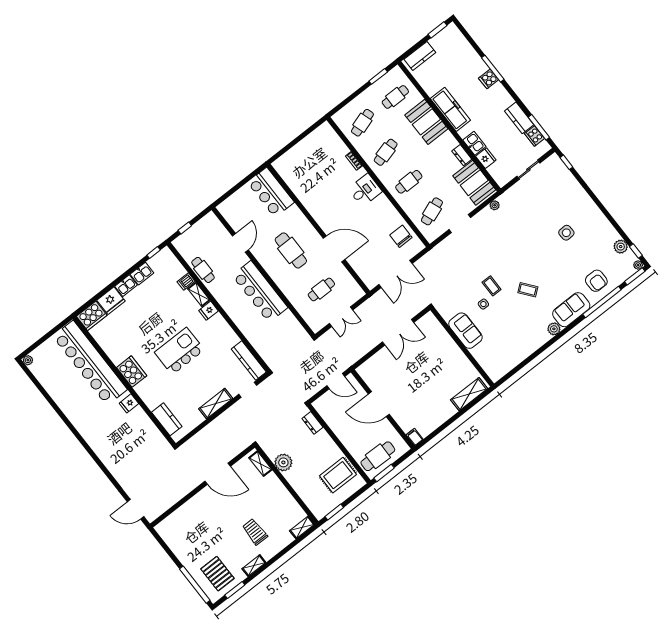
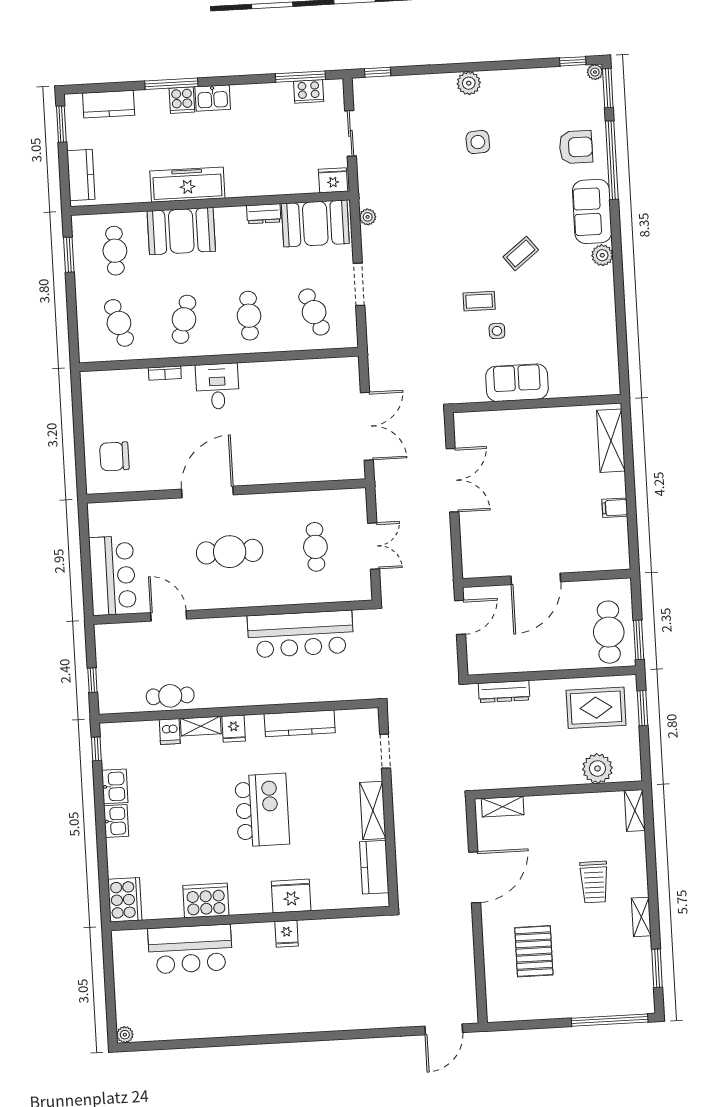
kitchen counter: (519, 118) -> (109, 104), moved
kitchen sink: (474, 143) -> (213, 98), moved, turned 180
cafe table: (386, 152) -> (184, 319), turned 30
fridge: (486, 158) -> (333, 180), moved
bar counter: (271, 192) -> (113, 576), moved, turned -90
chair: (401, 236) -> (114, 456), moved
plant: (621, 247) -> (469, 83), moved
door: (334, 249) -> (207, 492), moved
bar counter: (260, 292) -> (301, 634), moved
fridge: (111, 301) -> (291, 896), moved, turned -90
kitchen island: (179, 351) -> (262, 810), turned 180
kitchen counter: (249, 360) -> (300, 723), moved
bar counter: (90, 363) -> (190, 949), width x0.54
cooker: (132, 372) -> (206, 901), moved
kitchen counter: (167, 419) -> (374, 867), moved, turned -90
dresser: (312, 423) -> (504, 692), width x1.44
filing cabinet: (414, 437) -> (615, 508), moved
plant: (283, 462) -> (597, 768), moved
rug: (338, 475) -> (596, 708), turned 90
window: (334, 512) -> (642, 708), moved
trolley: (255, 532) -> (594, 882), turned -90
pallet: (217, 574) -> (534, 951), moved, turned 90

